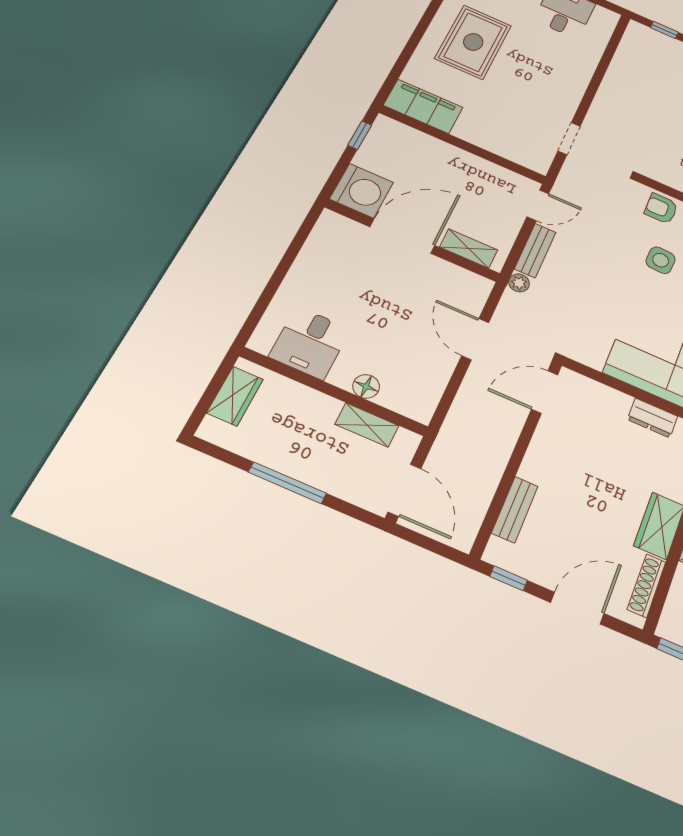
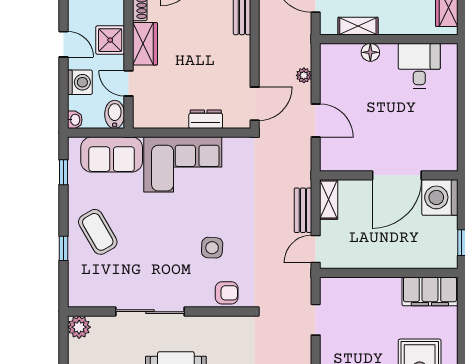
shelving: (469, 248) -> (329, 199), moved, turned 90
plant: (519, 283) -> (304, 75), moved
dresser: (653, 418) -> (206, 119), moved

